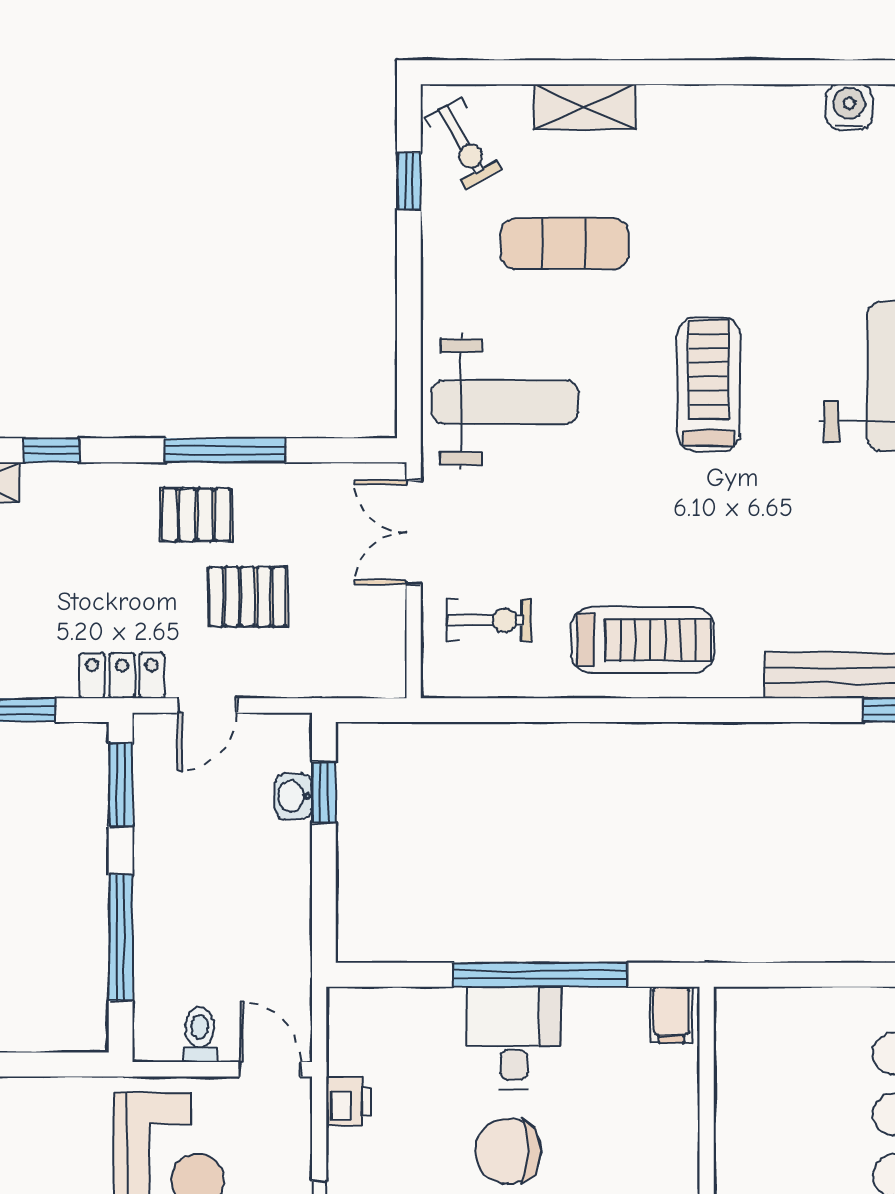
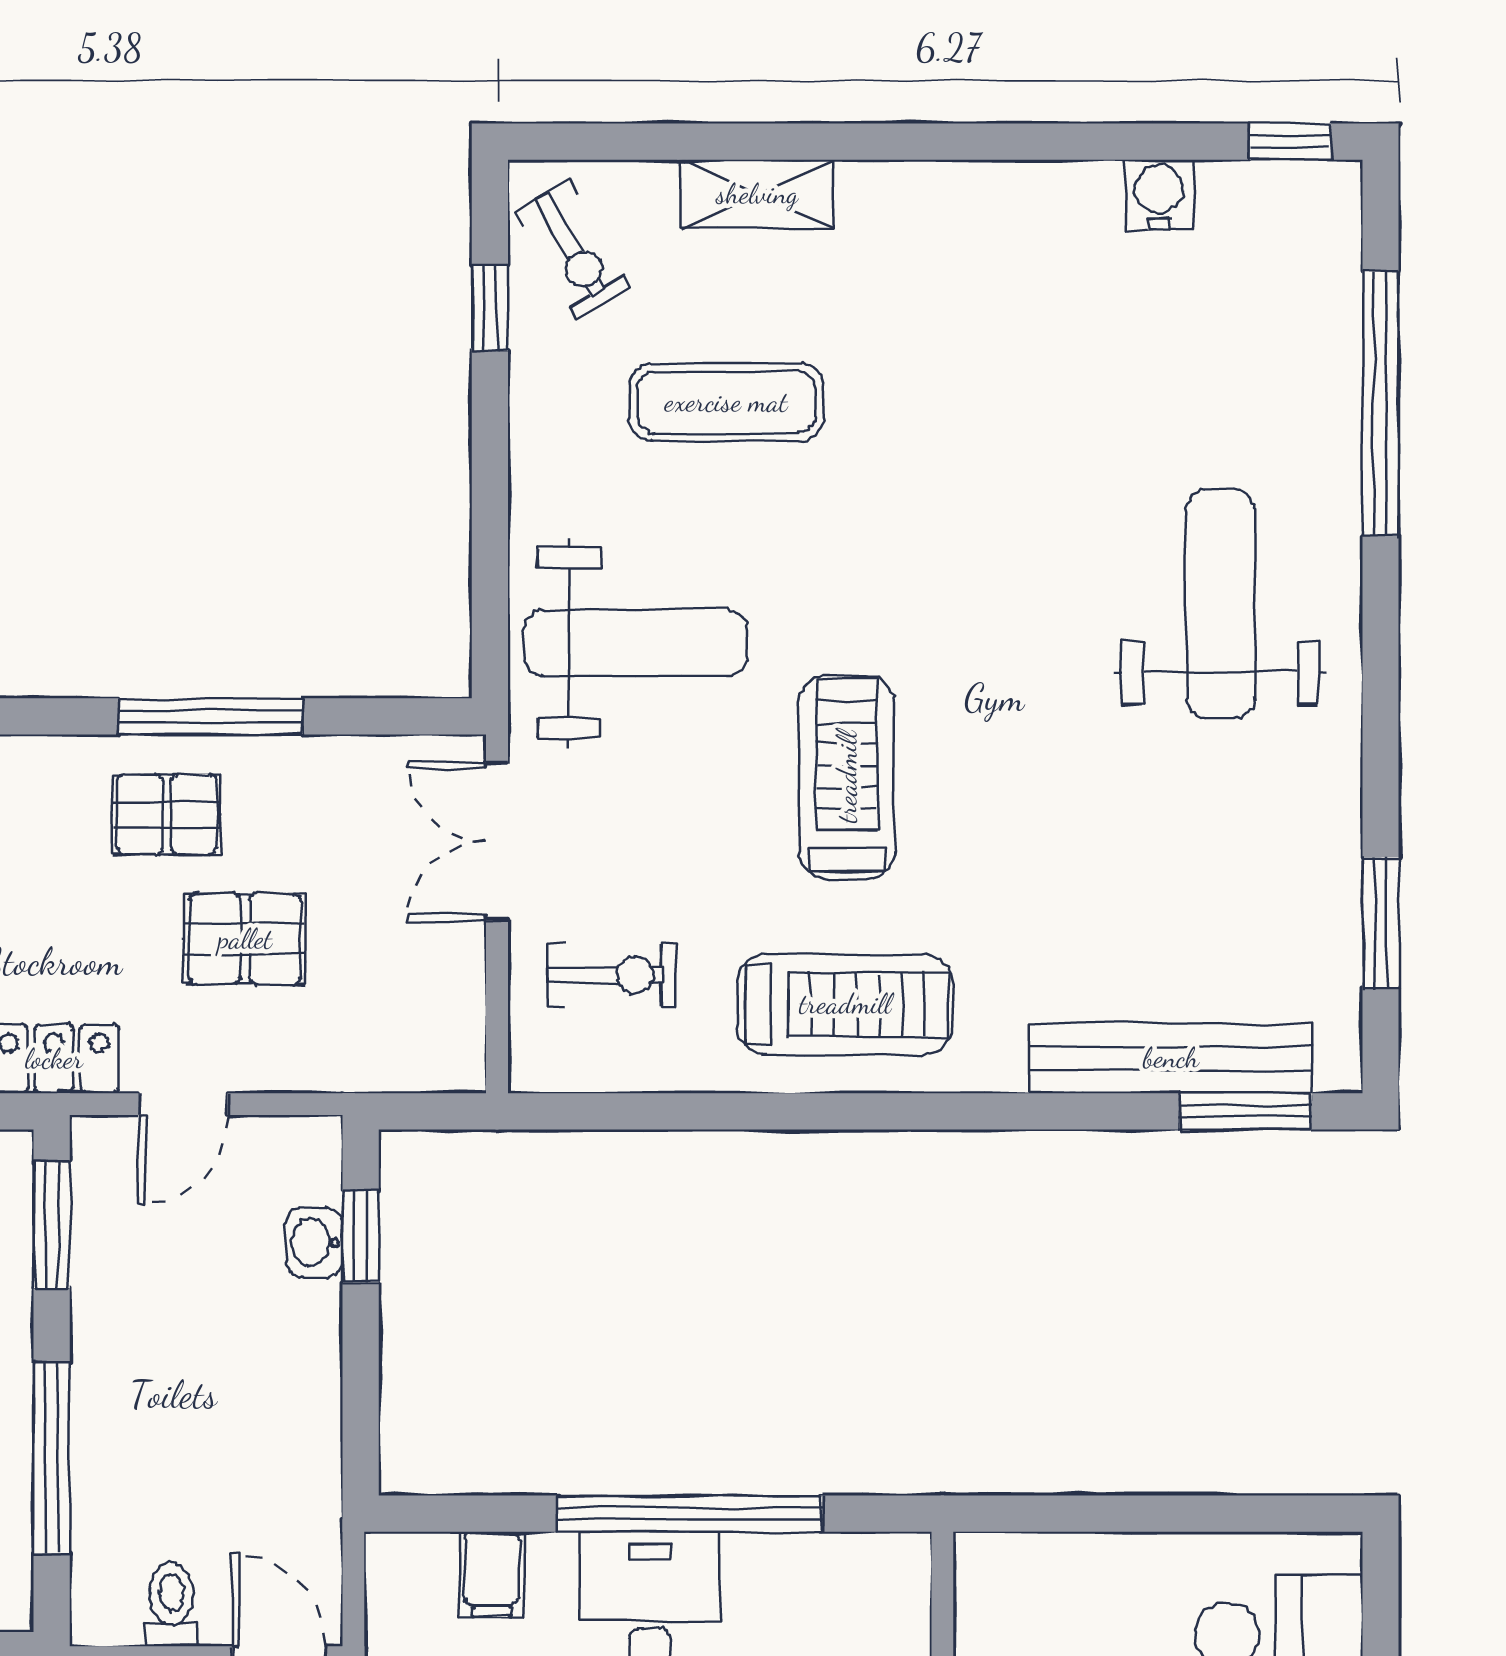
treadmill: (709, 384) -> (847, 777), moved
filing cabinet: (671, 1015) -> (492, 1574), moved

